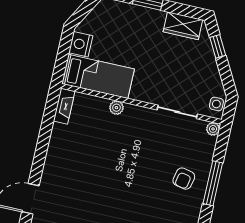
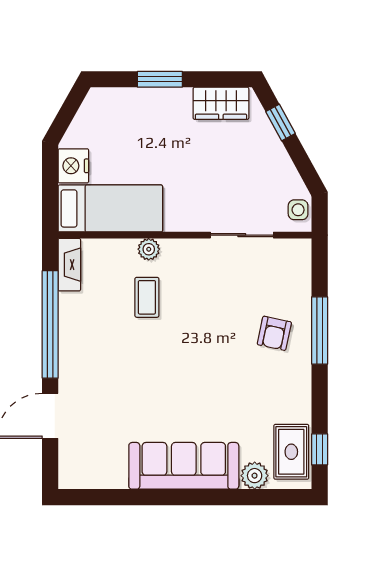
plant: (213, 129) -> (301, 249), removed
coffee table: (108, 138) -> (147, 297), added
window: (43, 141) -> (50, 324), added

